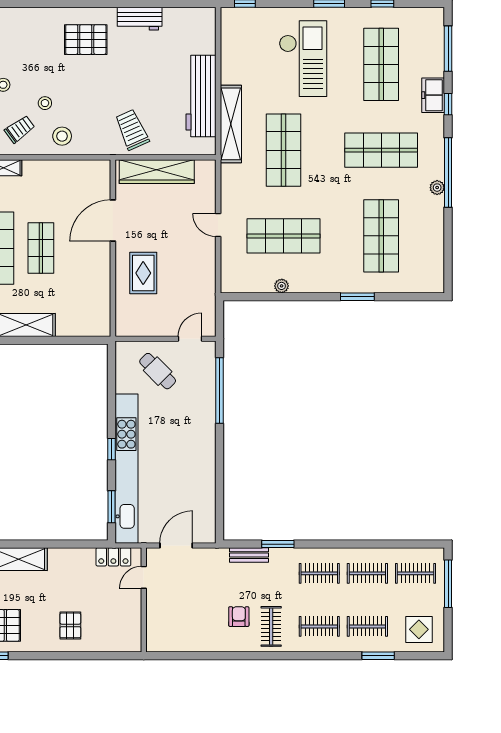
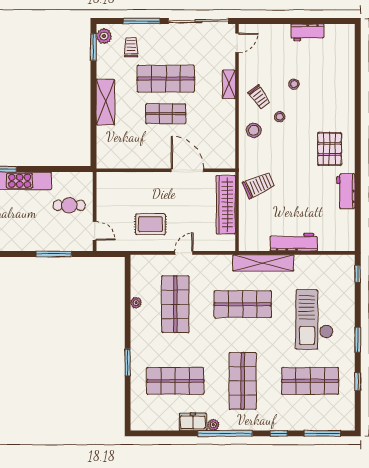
checkout: (303, 59) -> (315, 320), turned 90
freezer: (433, 95) -> (193, 422), moved
workbench: (201, 96) -> (294, 242), width x0.73, depth x0.76
rug: (143, 273) -> (150, 224), moved
cafe table: (158, 371) -> (69, 205), turned 45
window: (220, 391) -> (54, 254), width x0.68

